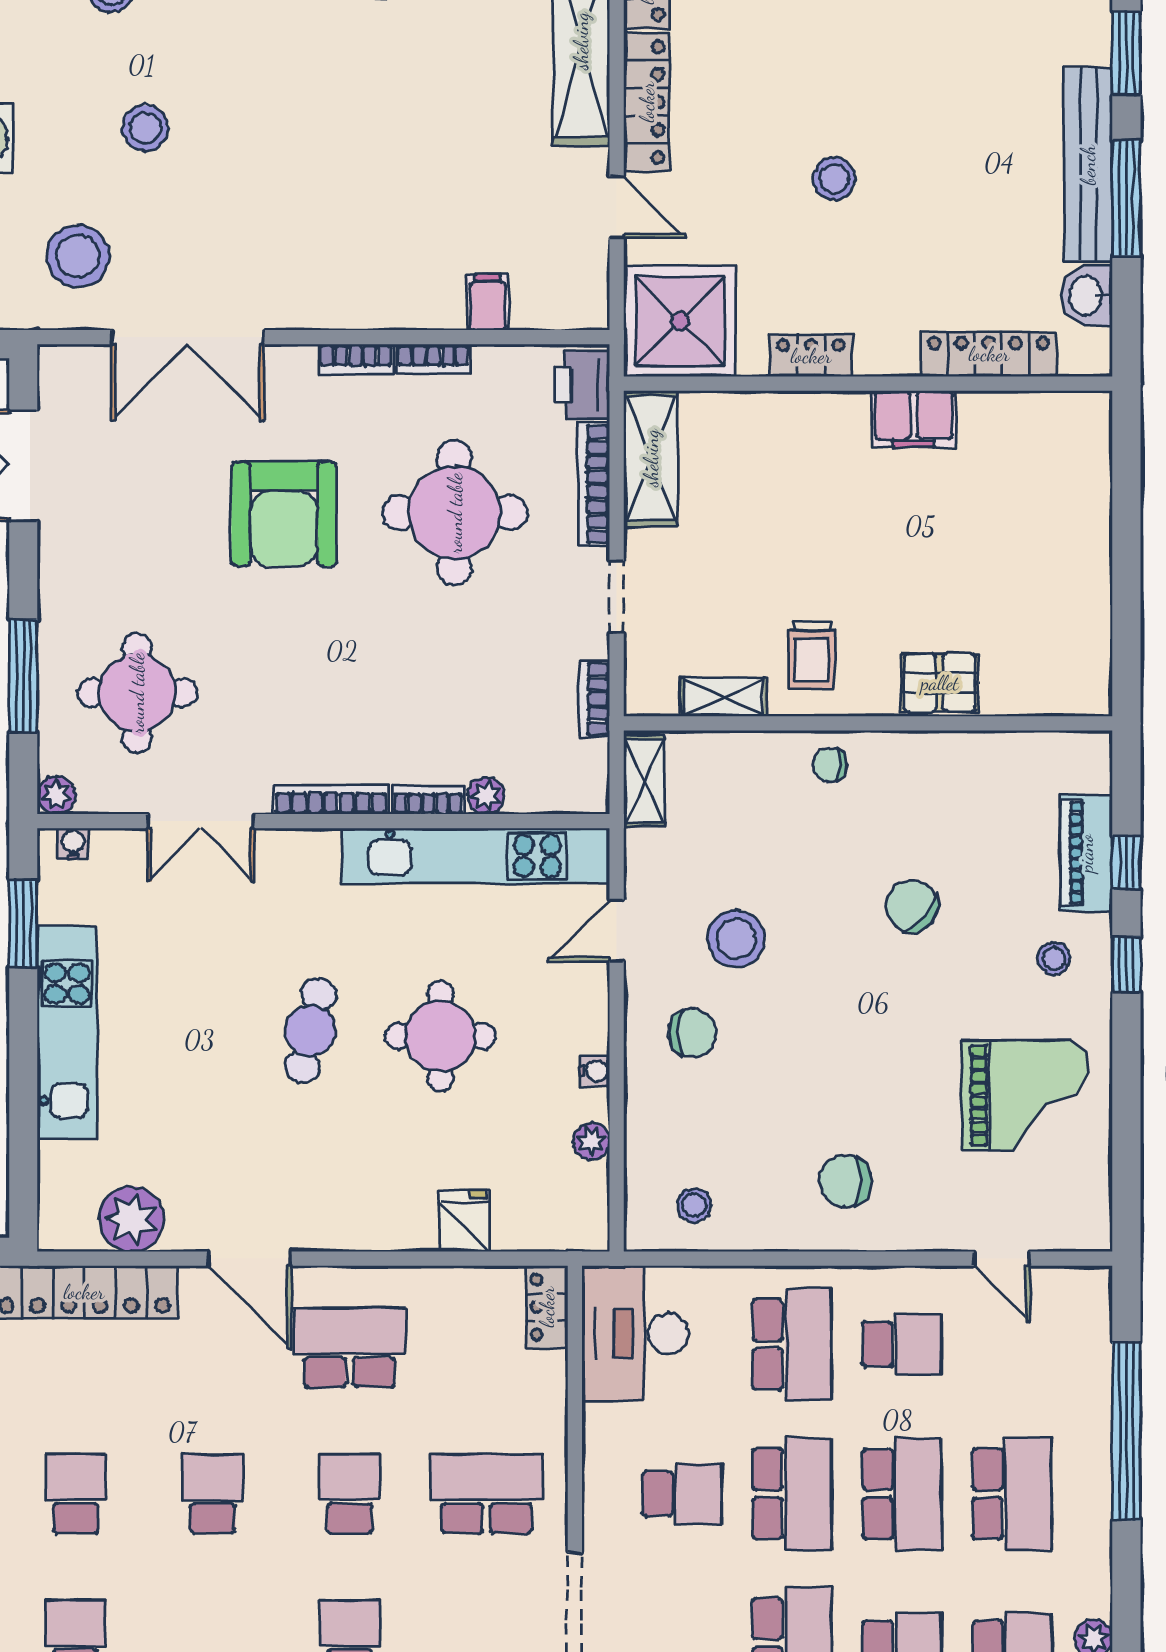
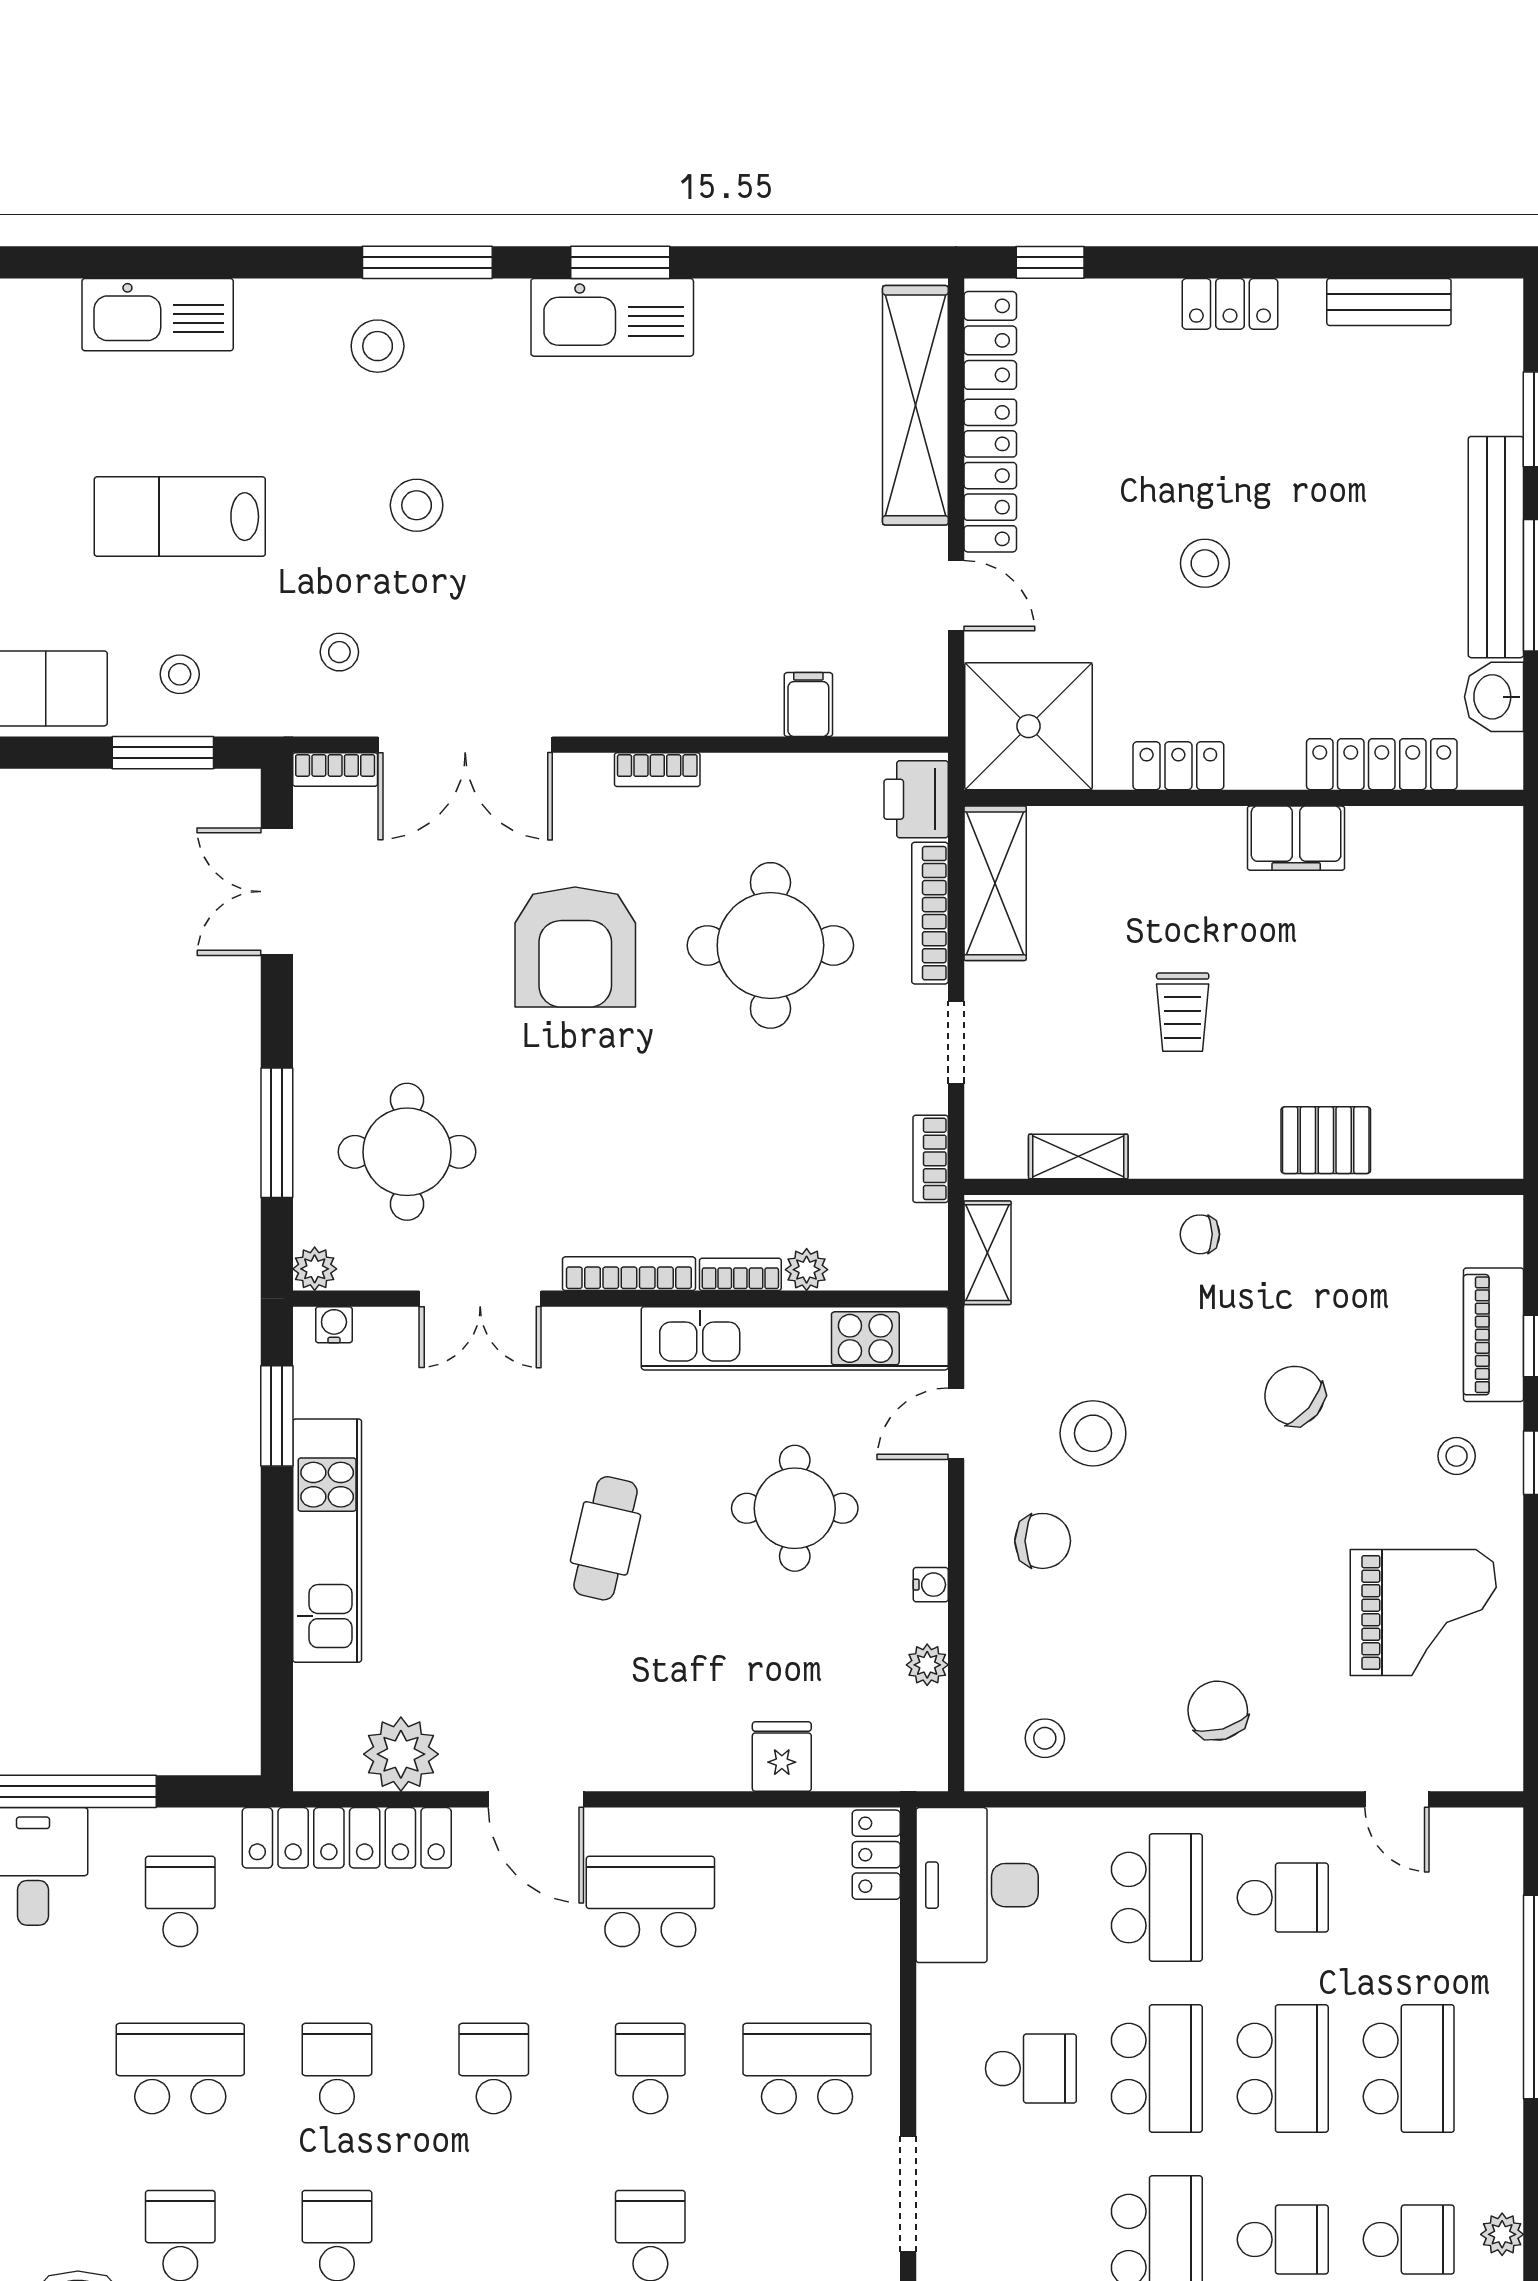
stool: (78, 256) -> (339, 652), width x0.53, depth x0.53
bookcase: (434, 359) -> (335, 770), moved
trolley: (812, 655) -> (1183, 1012), moved
round table: (441, 1036) -> (795, 1508), moved
chair: (845, 1181) -> (1218, 1711), turned 74

